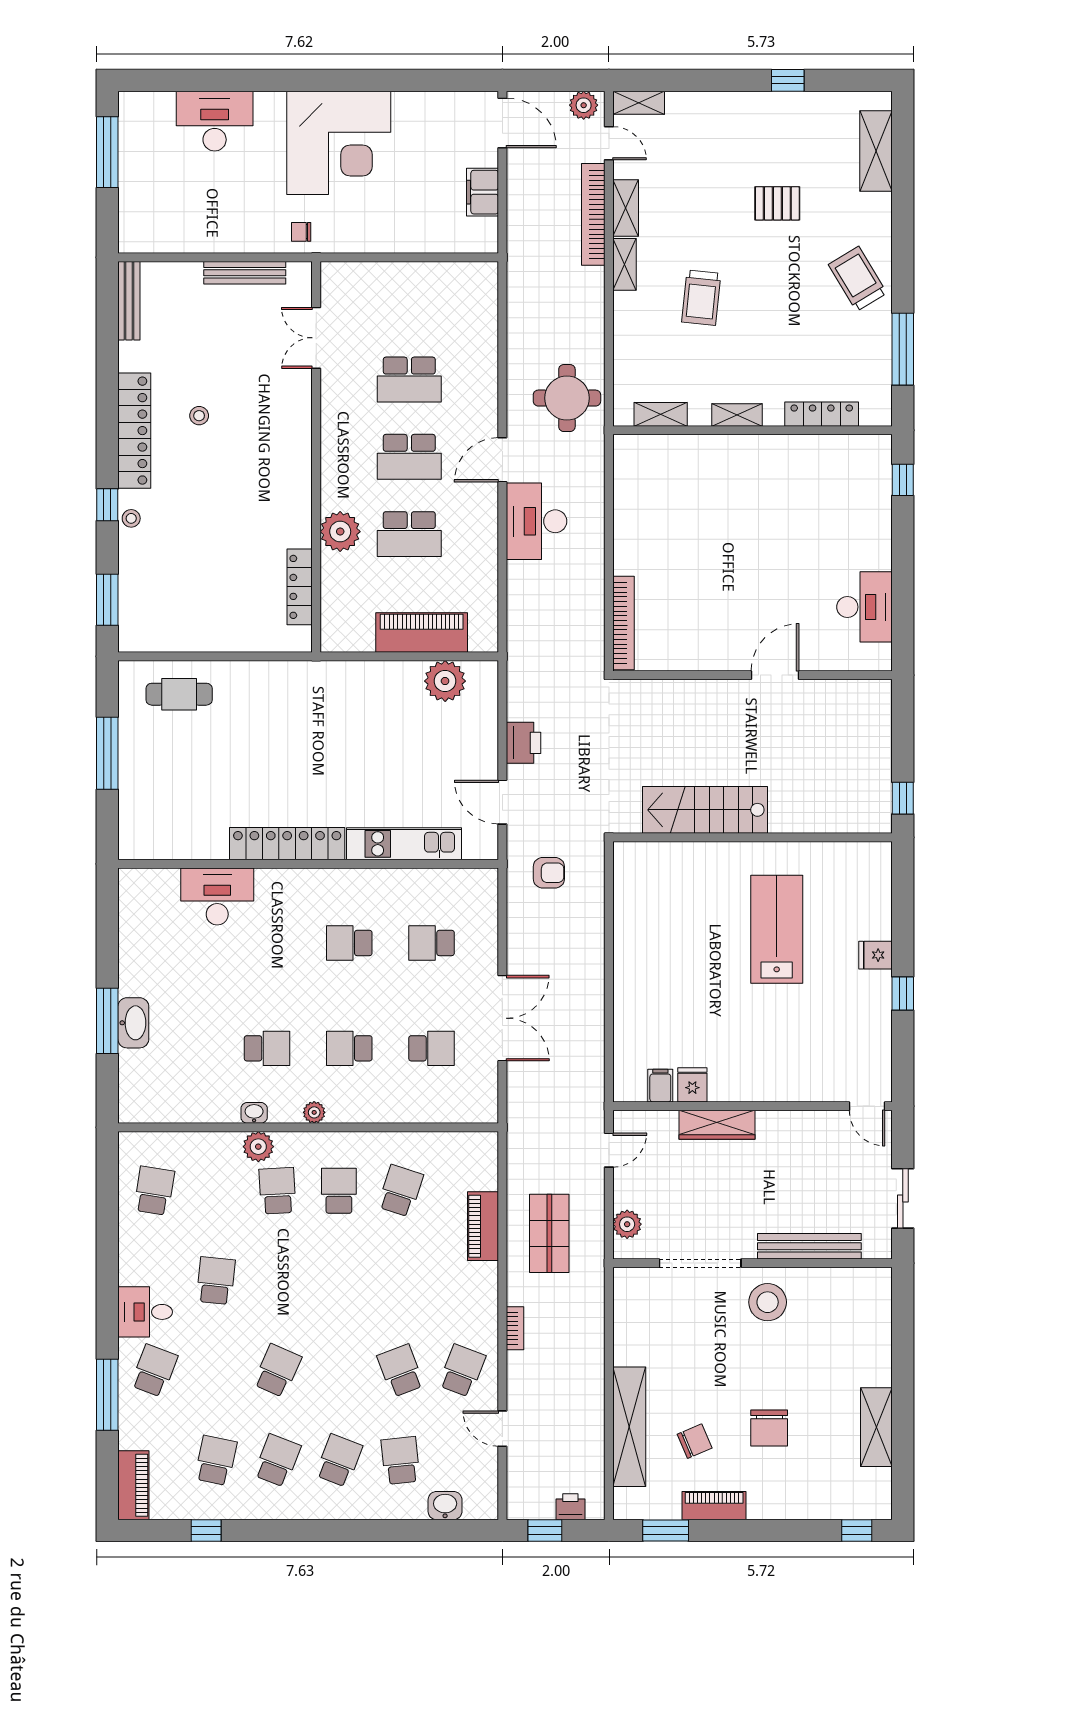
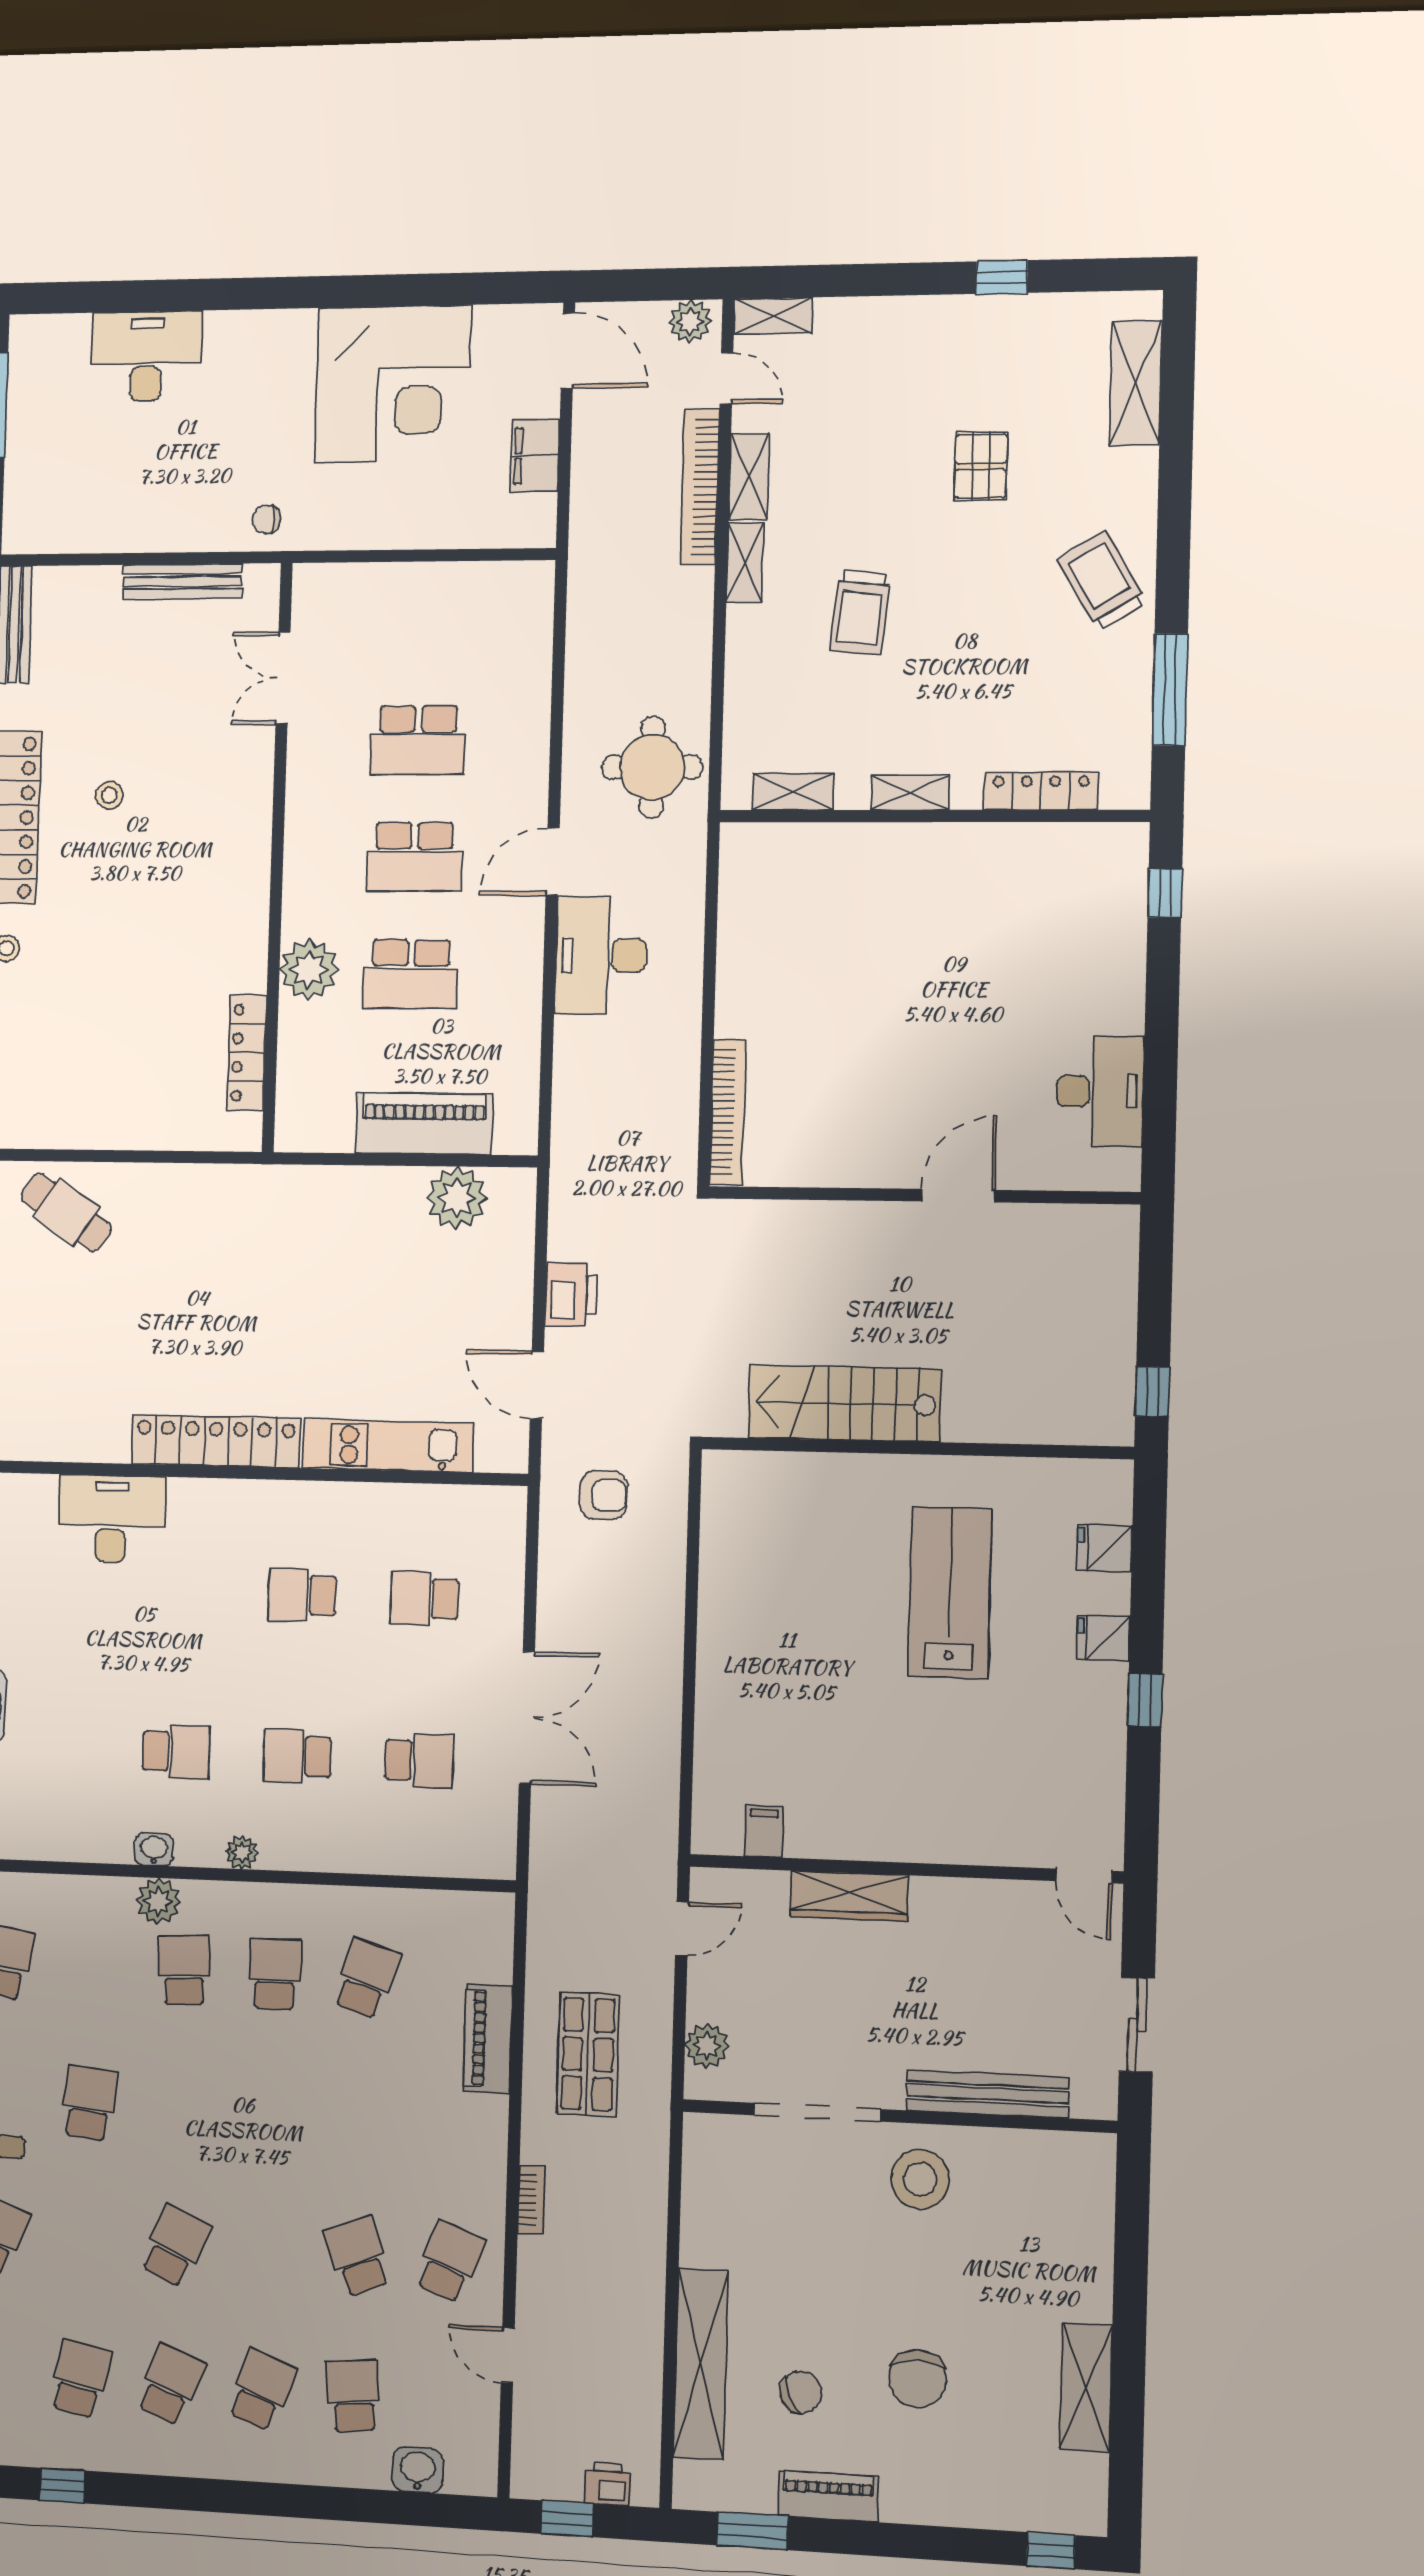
corner desk: (339, 143) -> (393, 384), moved
pallet: (777, 203) -> (981, 466), turned 90
cafe table: (179, 694) -> (66, 1212), turned 34
fridge: (692, 1085) -> (1105, 1548), moved, turned -90

